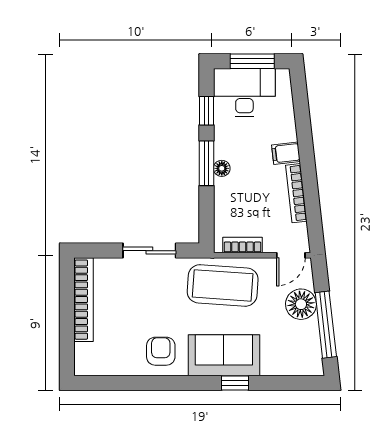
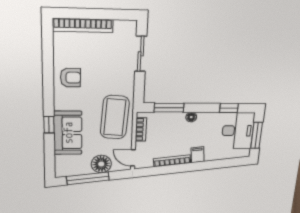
window: (206, 163) -> (169, 108), moved
sliding door: (149, 251) -> (141, 54), moved
bookcase: (84, 300) -> (83, 25), moved
sofa: (224, 355) -> (68, 133), moved

